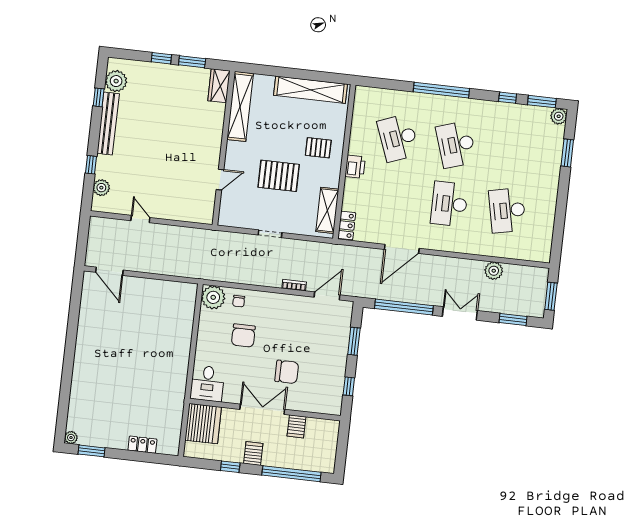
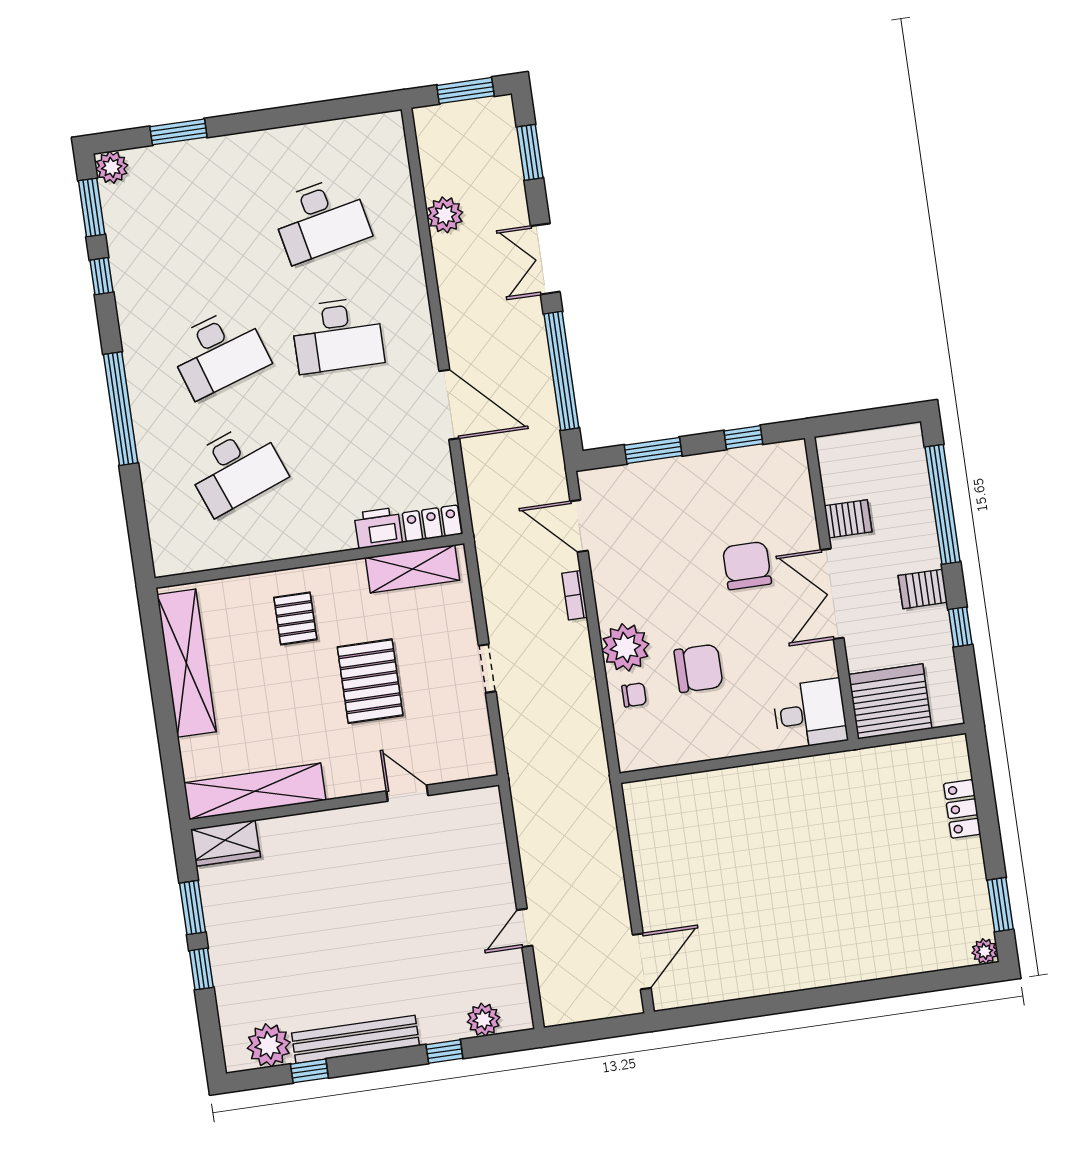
printer: (355, 167) -> (378, 528), moved
plant: (213, 297) -> (625, 647), moved

